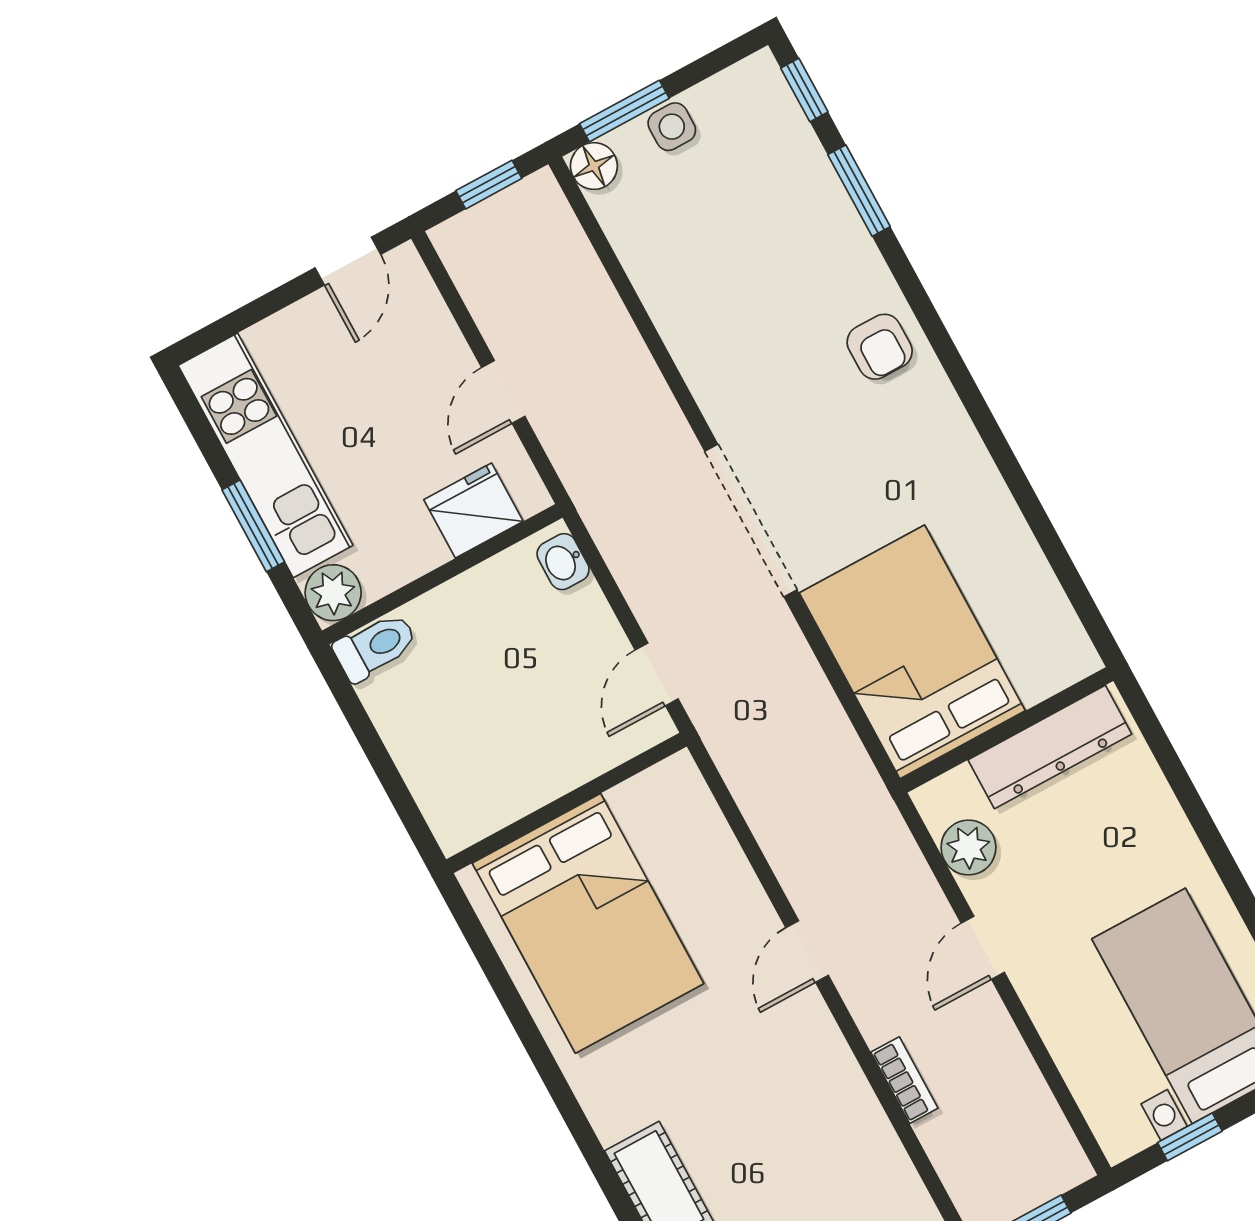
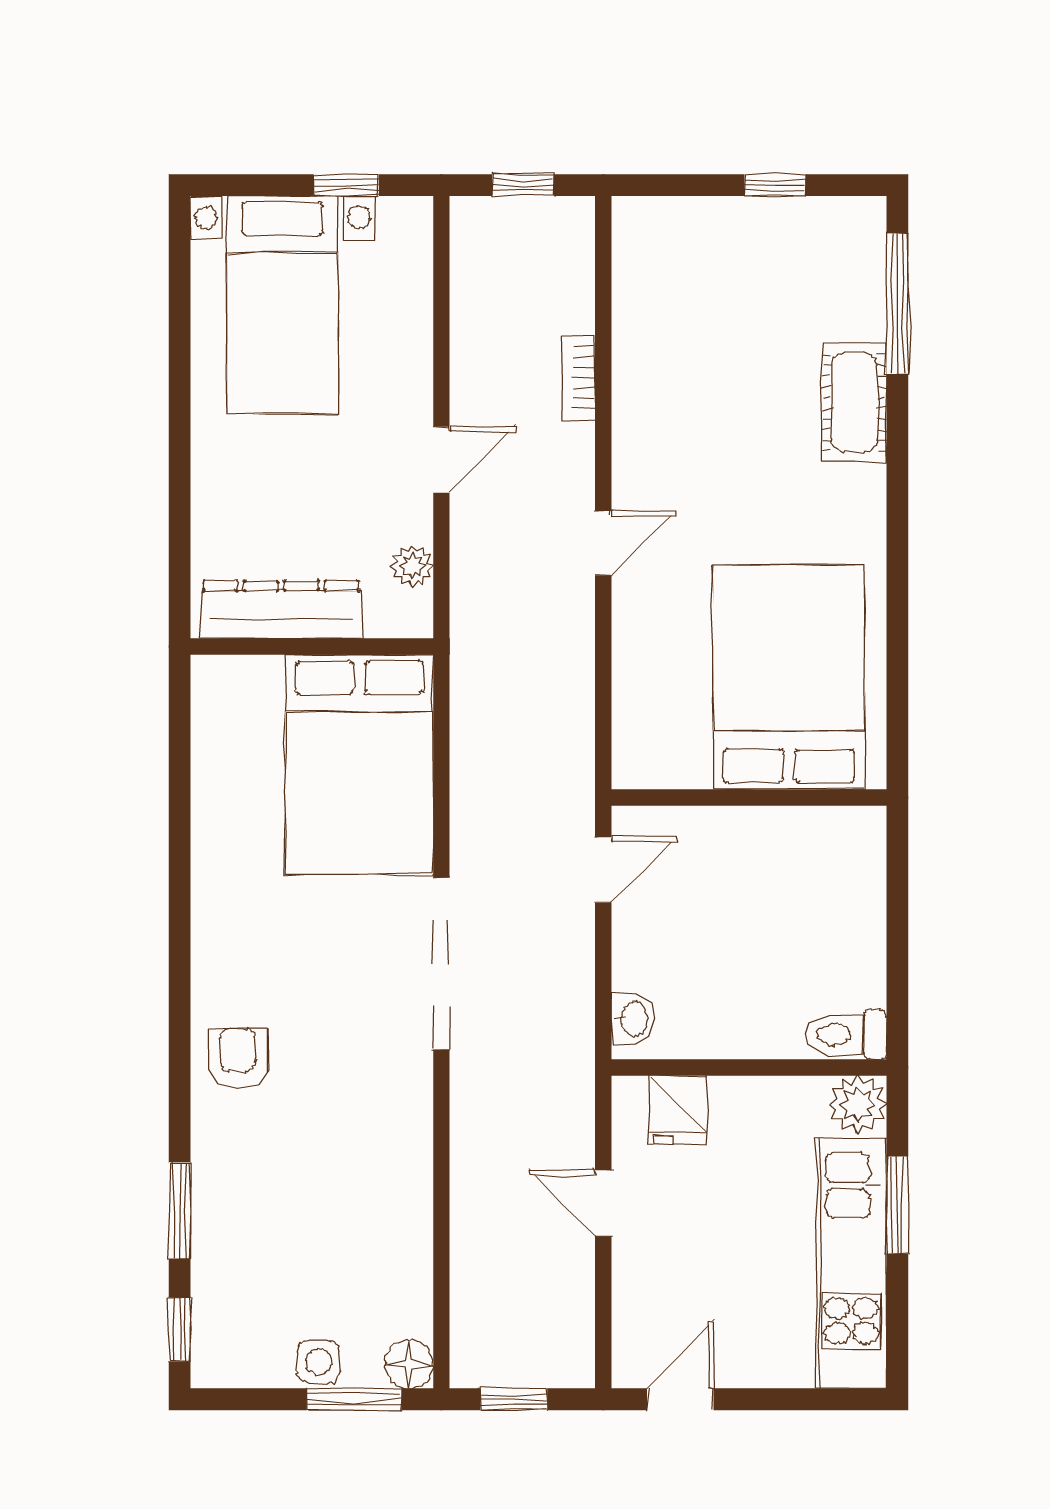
door: (503, 392) -> (603, 1203), swing flipped
fridge: (473, 510) -> (678, 1110), width x0.72
plant: (968, 848) -> (413, 566), width x0.73, depth x0.73

